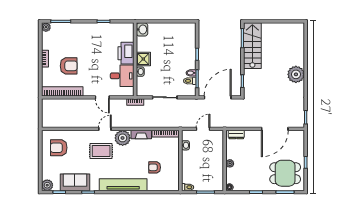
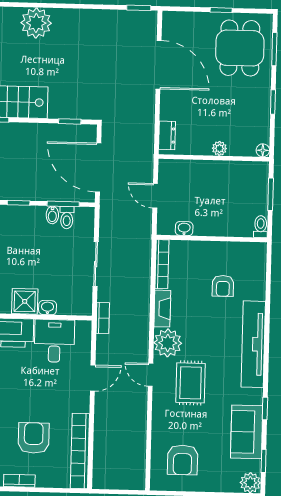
plant: (296, 74) -> (36, 23), moved

